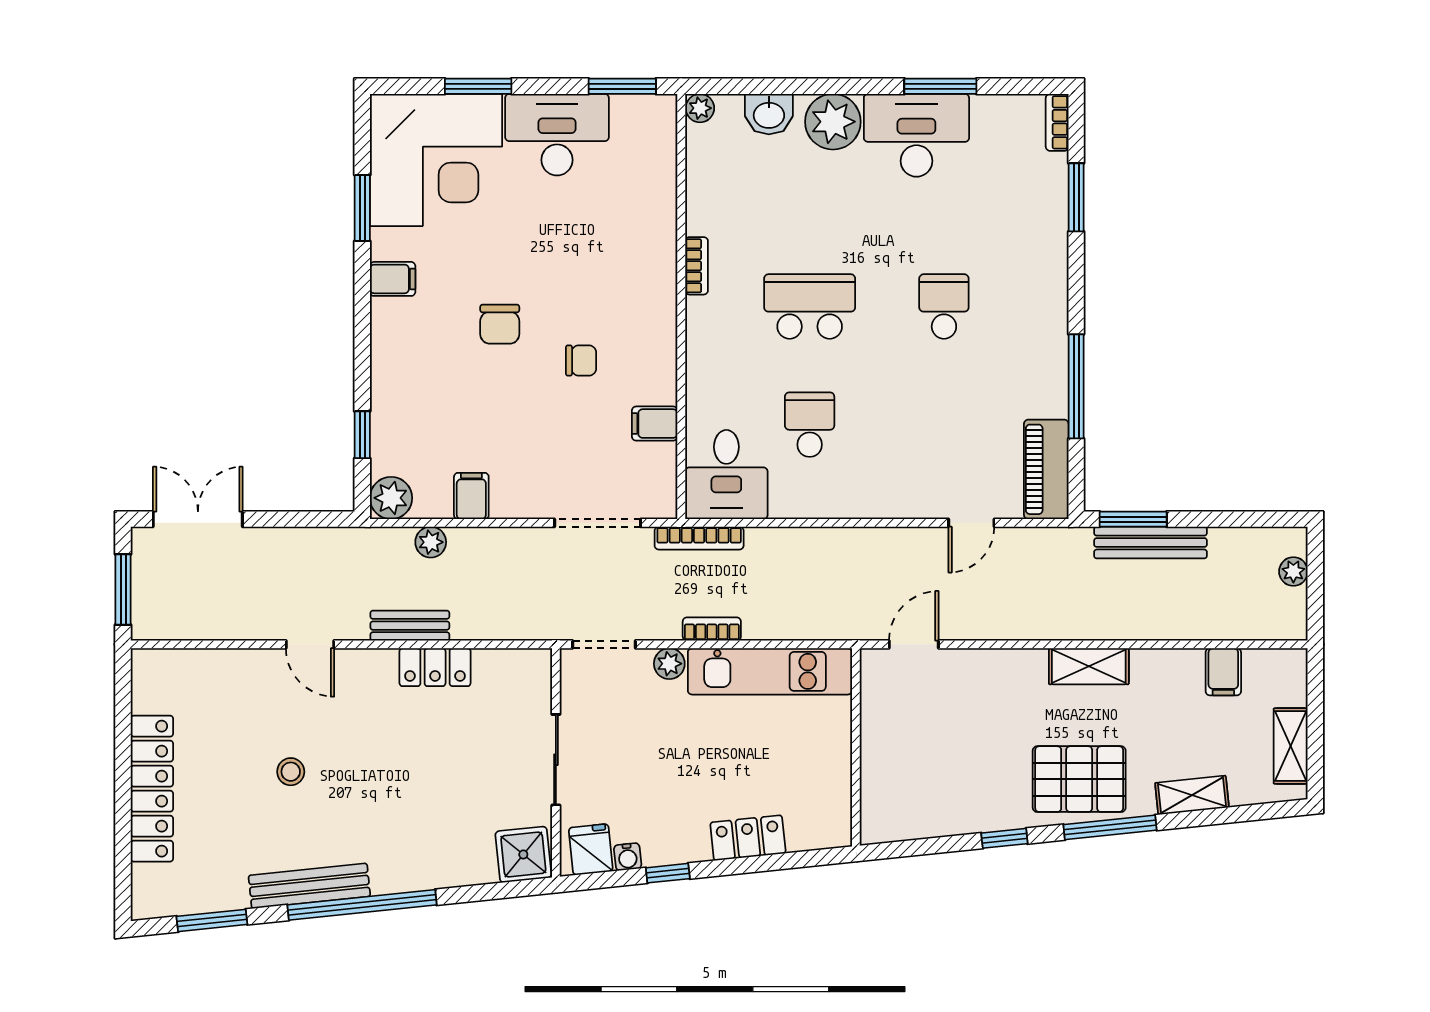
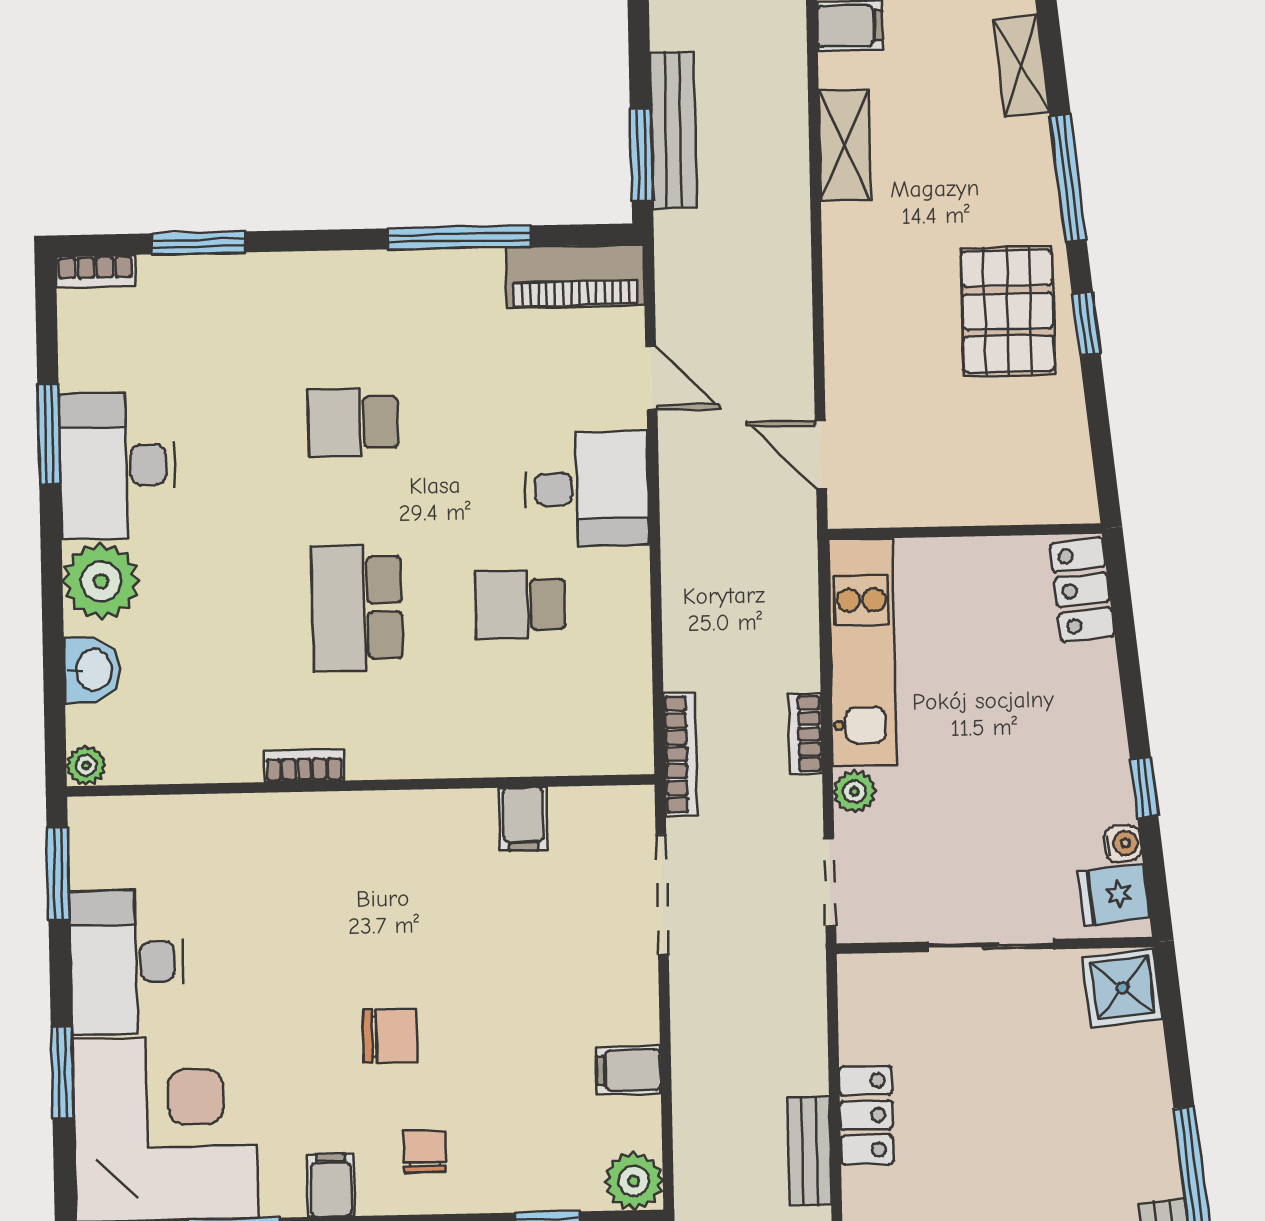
chair: (581, 361) -> (425, 1152), moved
desk: (726, 475) -> (587, 489), moved
plant: (431, 542) -> (694, 1125), removed
shelving: (1089, 666) -> (845, 145), moved
pallet: (1079, 779) -> (1008, 311), moved
locker: (748, 838) -> (1082, 590), moved

